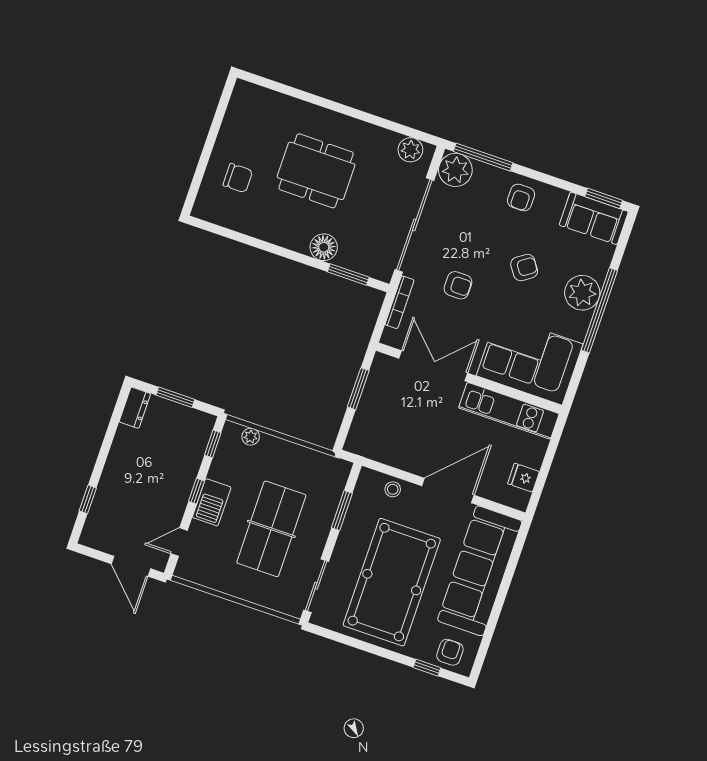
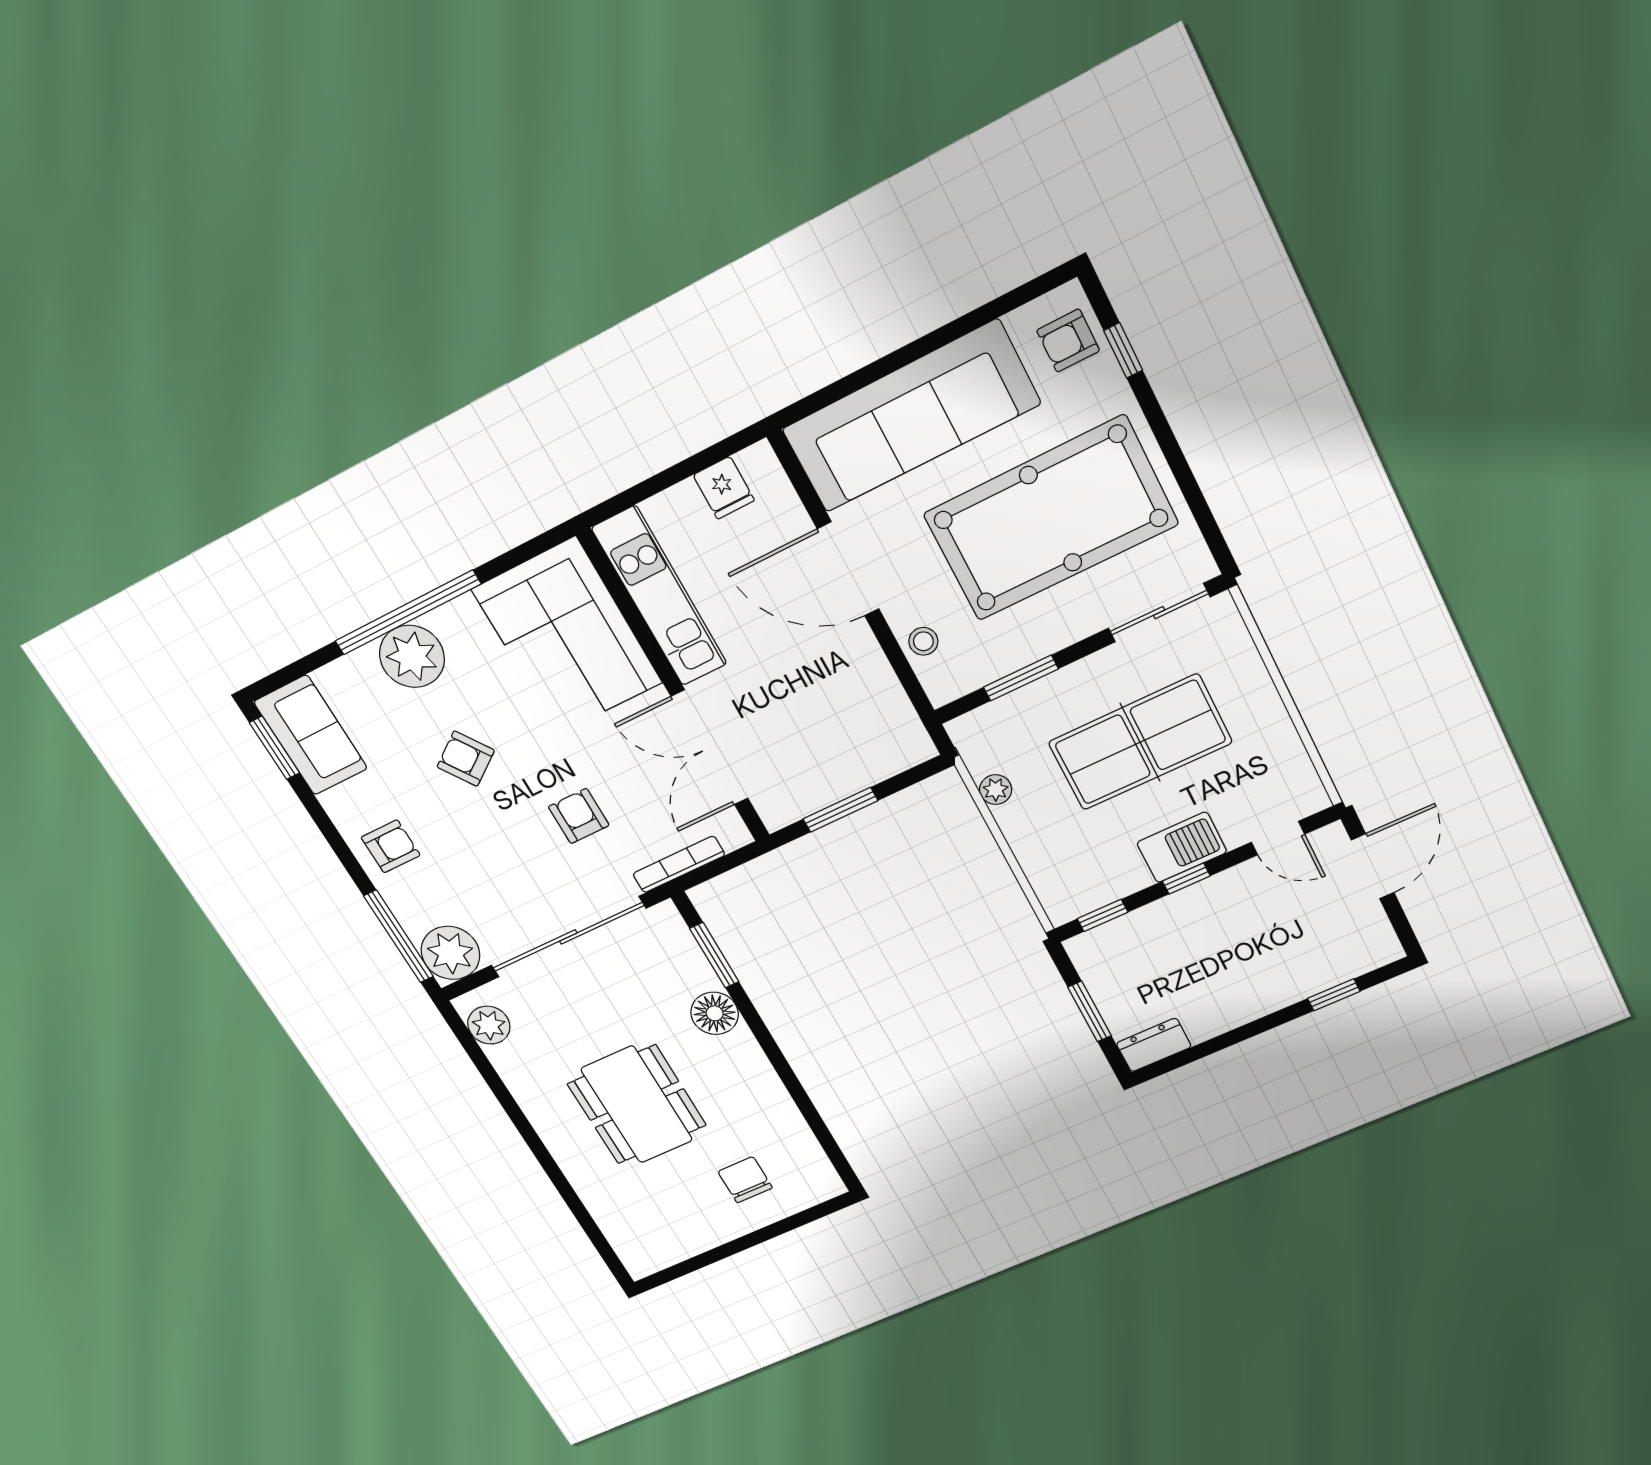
plant: (251, 437) -> (996, 790), moved

